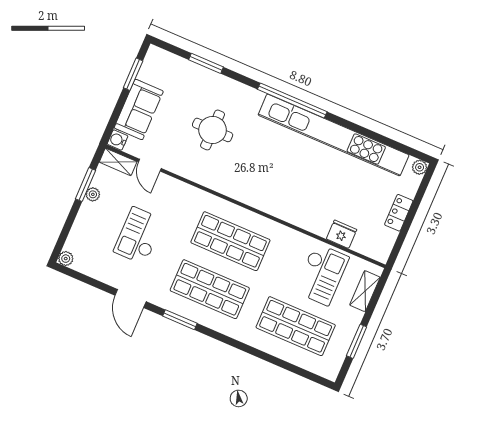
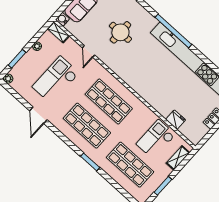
door: (150, 165) -> (89, 51), moved
window: (86, 185) -> (17, 59), moved
checkout: (139, 236) -> (56, 80), width x1.36, depth x1.21
checkout: (322, 274) -> (156, 139), turned 180
window: (180, 320) -> (90, 162), moved

